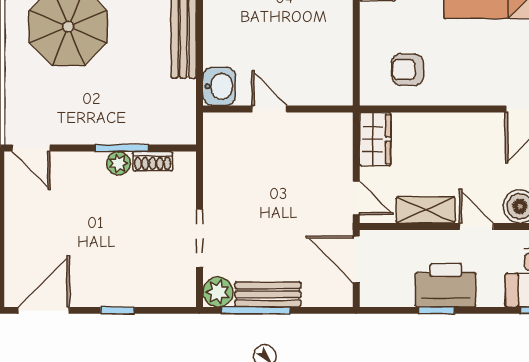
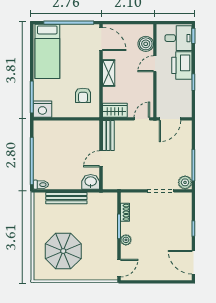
plant: (119, 163) -> (126, 240), moved
shelving: (426, 210) -> (109, 73), moved
printer: (446, 285) -> (182, 65), moved
bench: (268, 294) -> (108, 136), moved

